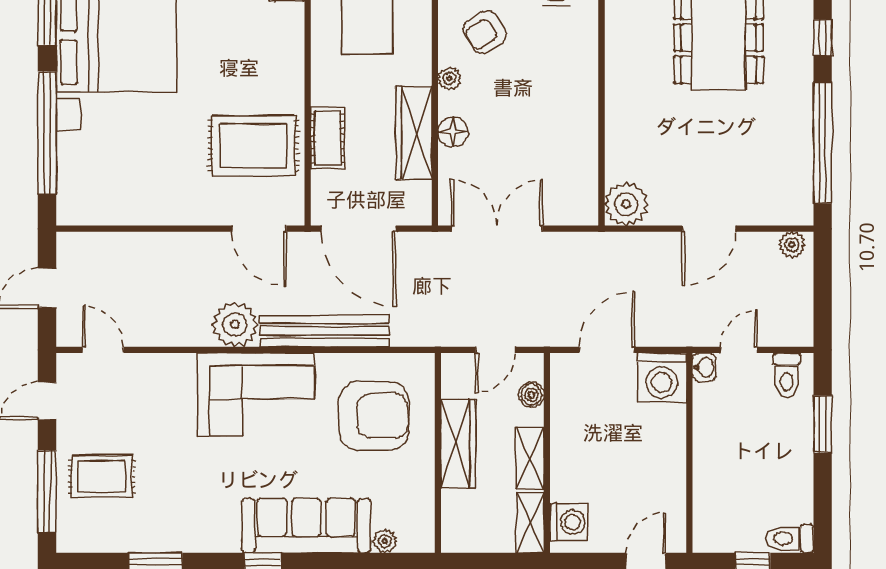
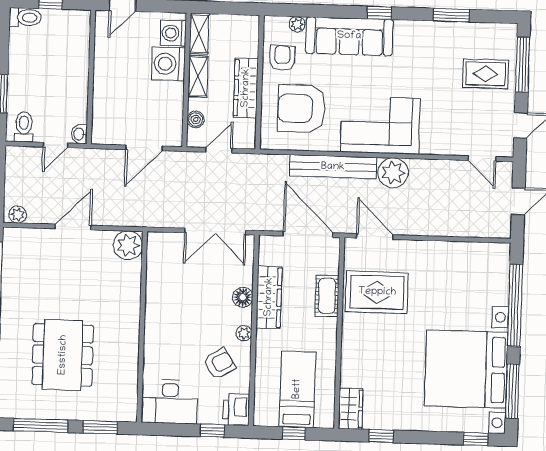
washing machine: (662, 378) -> (168, 64), moved, turned -90
armchair: (405, 490) -> (282, 58), added

